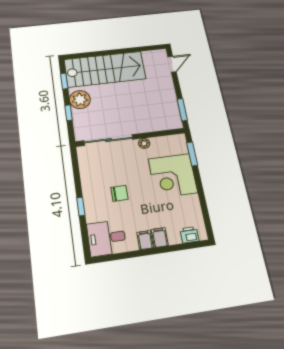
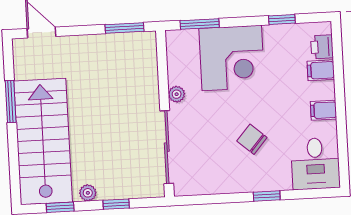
window: (128, 50) -> (11, 102), added
plant: (80, 100) -> (88, 193), width x0.53, depth x0.53
chair: (119, 193) -> (252, 139), turned -49
window: (204, 206) -> (282, 19), added
filing cabinet: (160, 237) -> (321, 70), moved

